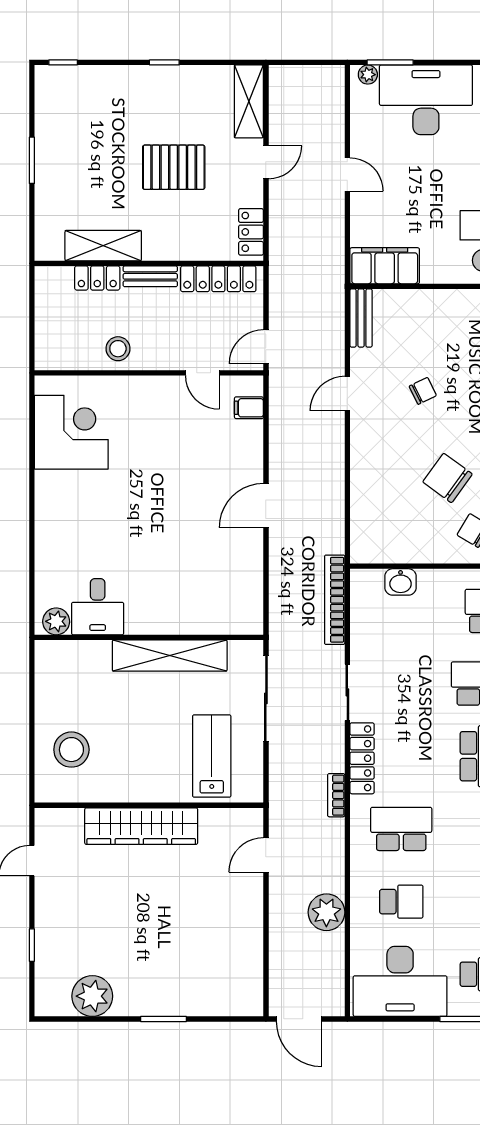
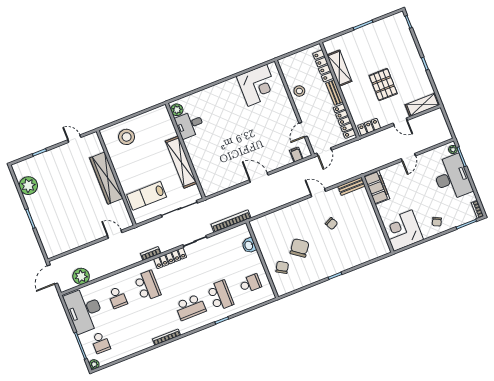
locker: (97, 278) -> (323, 66), width x1.53
door: (266, 347) -> (324, 152), swing flipped
lab bench: (212, 756) -> (147, 196), turned 180
plant: (326, 912) -> (81, 276), moved

